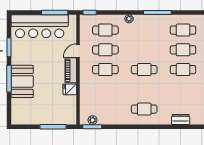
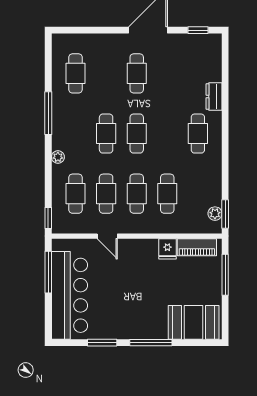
cafe table: (183, 50) -> (106, 134), moved
piano: (71, 70) -> (197, 247), moved
booth: (22, 81) -> (194, 322), moved
cafe table: (105, 89) -> (167, 194), added
dresser: (181, 119) -> (214, 96), moved

